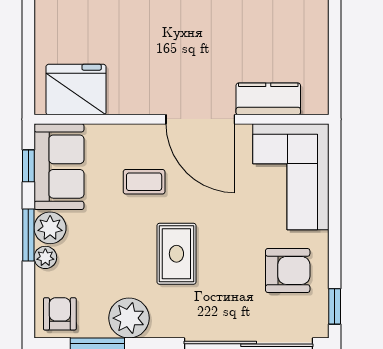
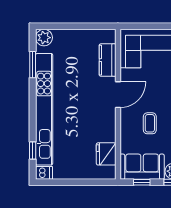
fridge: (76, 90) -> (106, 154), width x0.73, depth x0.75
door: (200, 119) -> (118, 95), width x0.73

